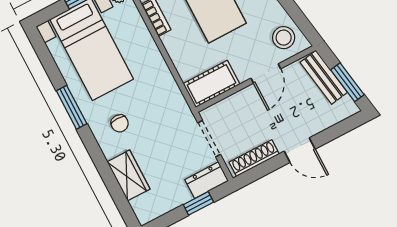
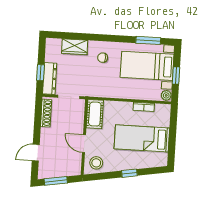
bench: (324, 77) -> (65, 171), removed
window: (72, 107) -> (148, 40), moved
door: (300, 150) -> (36, 153), moved
dresser: (207, 180) -> (50, 79), width x1.44

